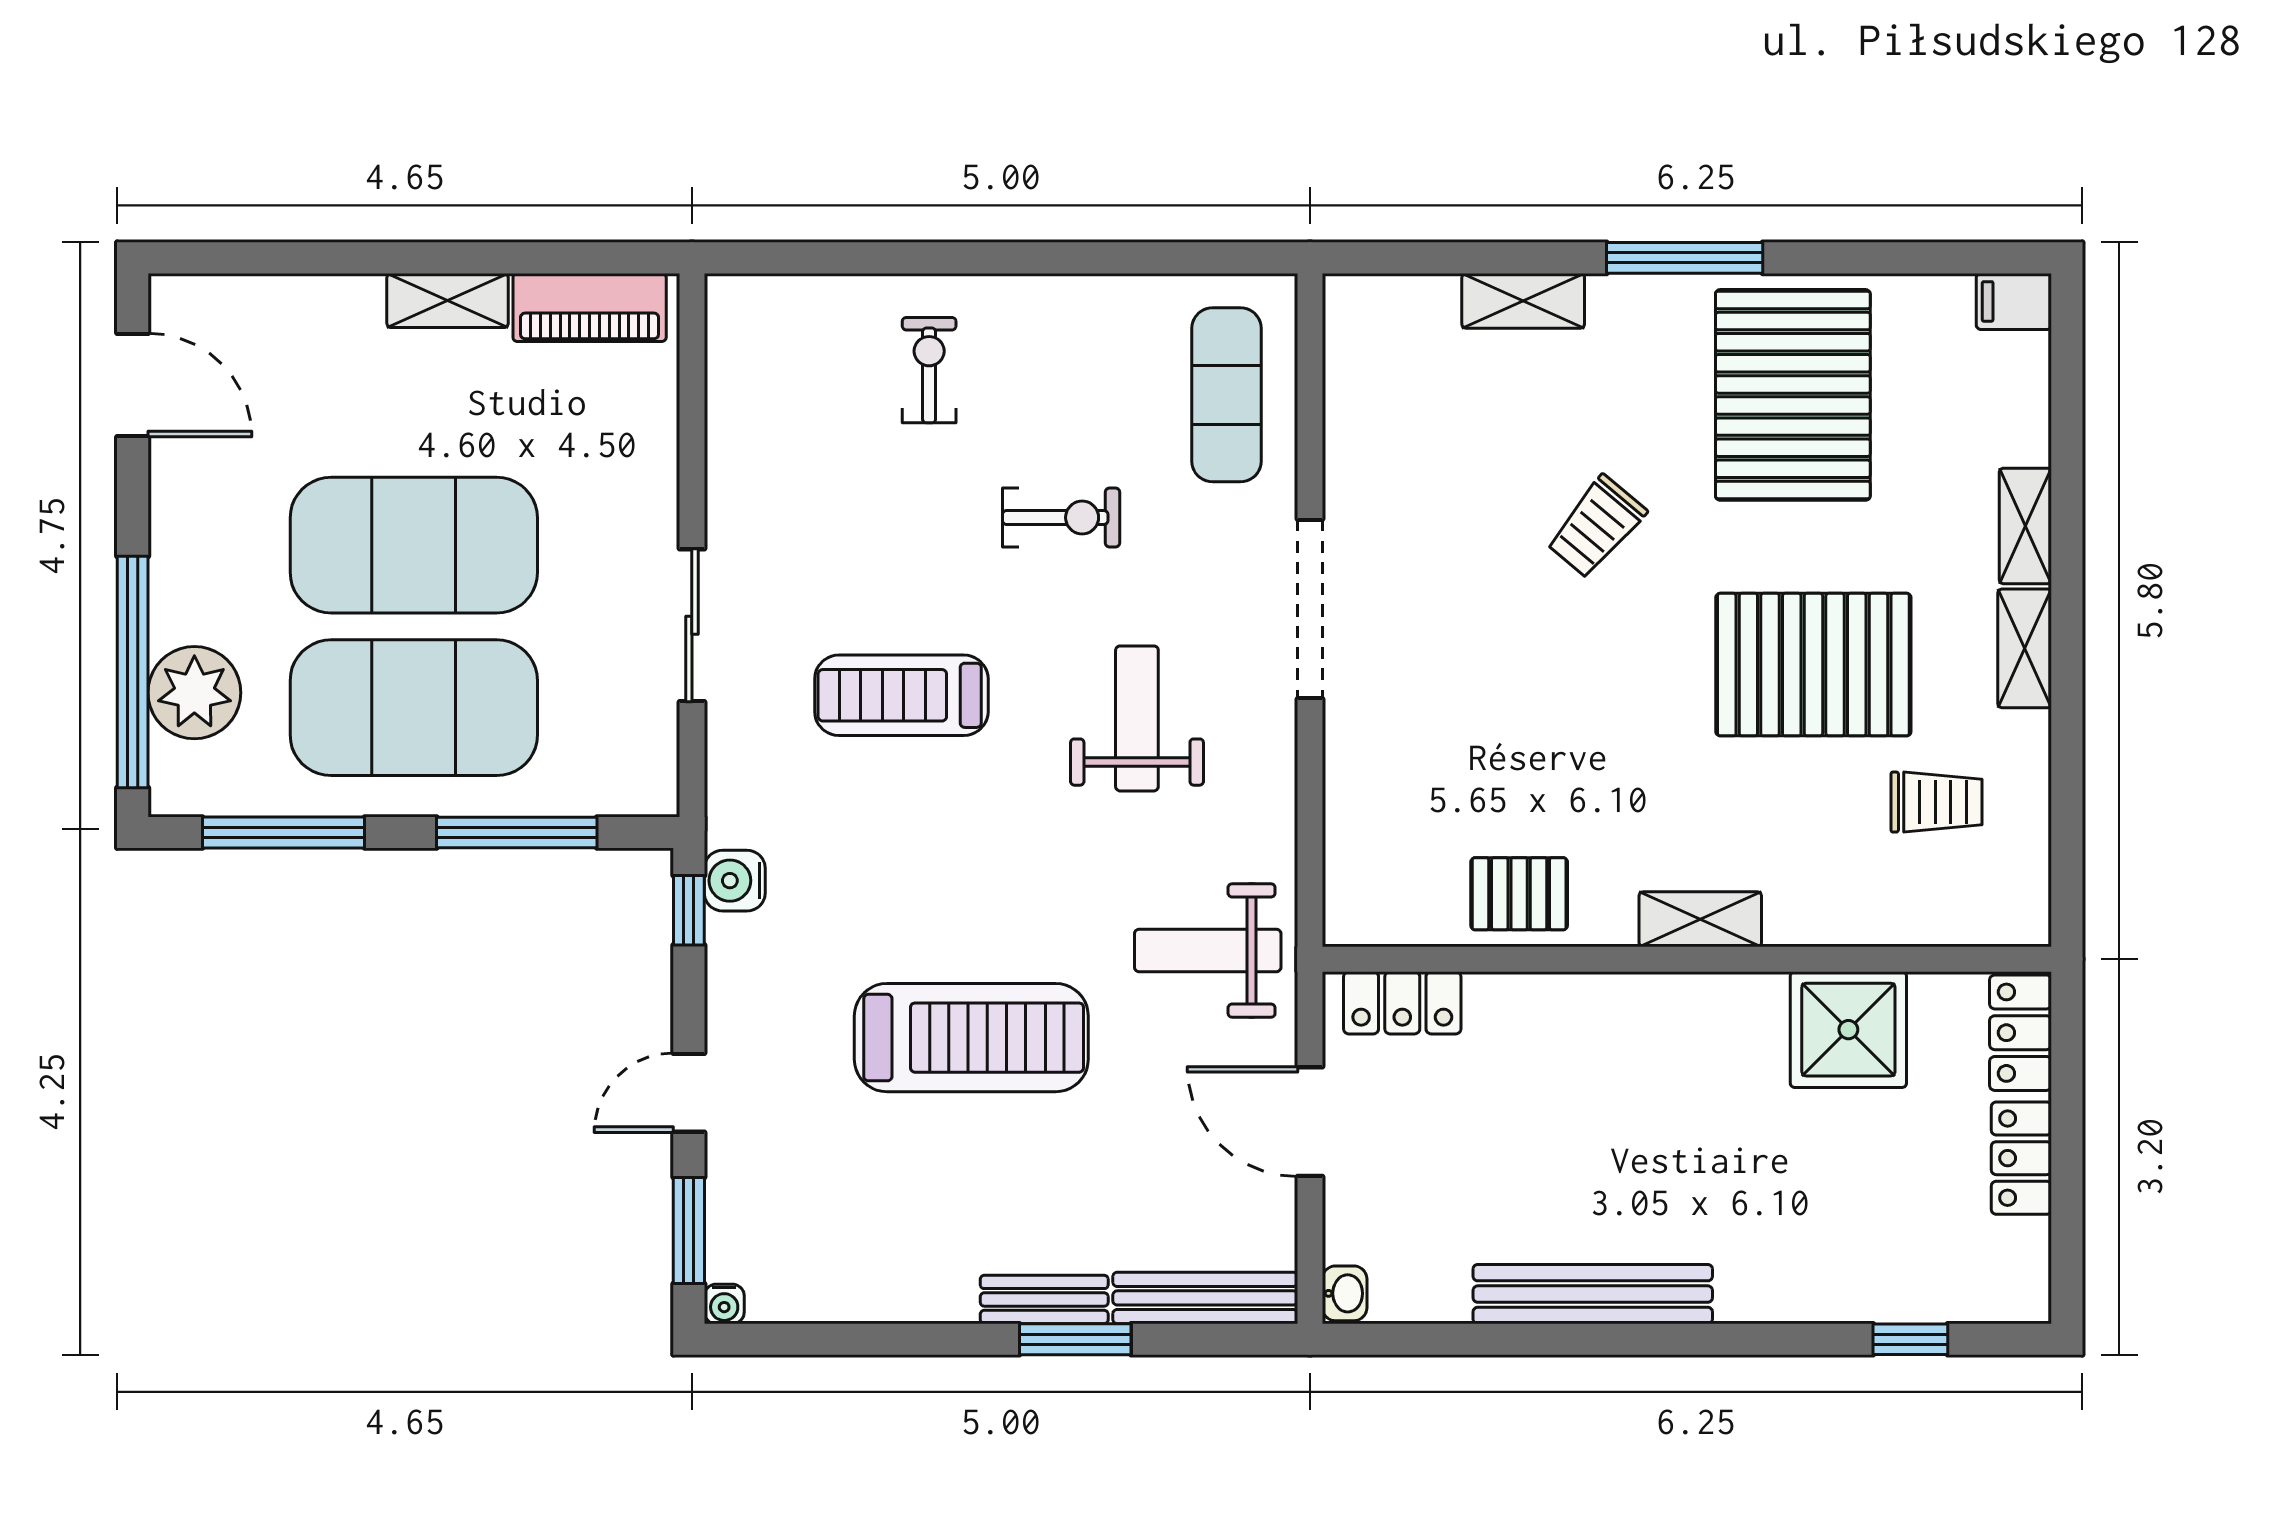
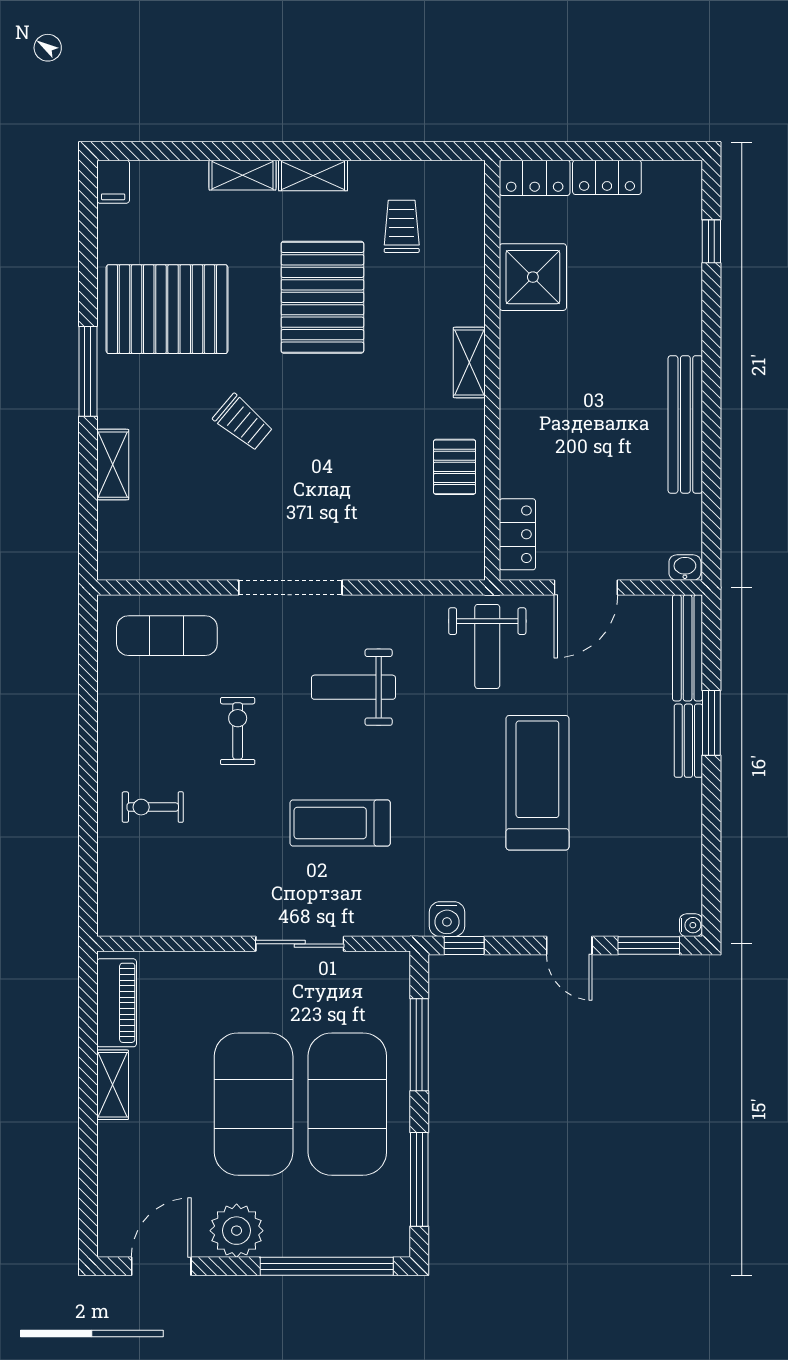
plant: (194, 693) -> (237, 1231), moved
treadmill: (901, 695) -> (340, 823), turned 90

